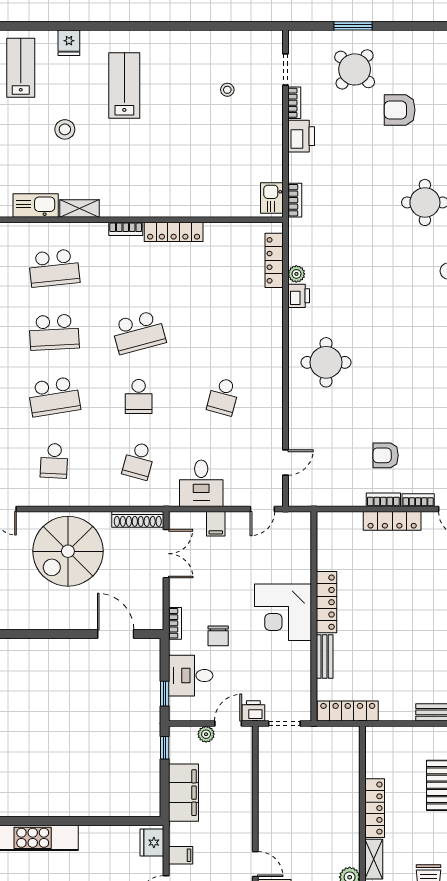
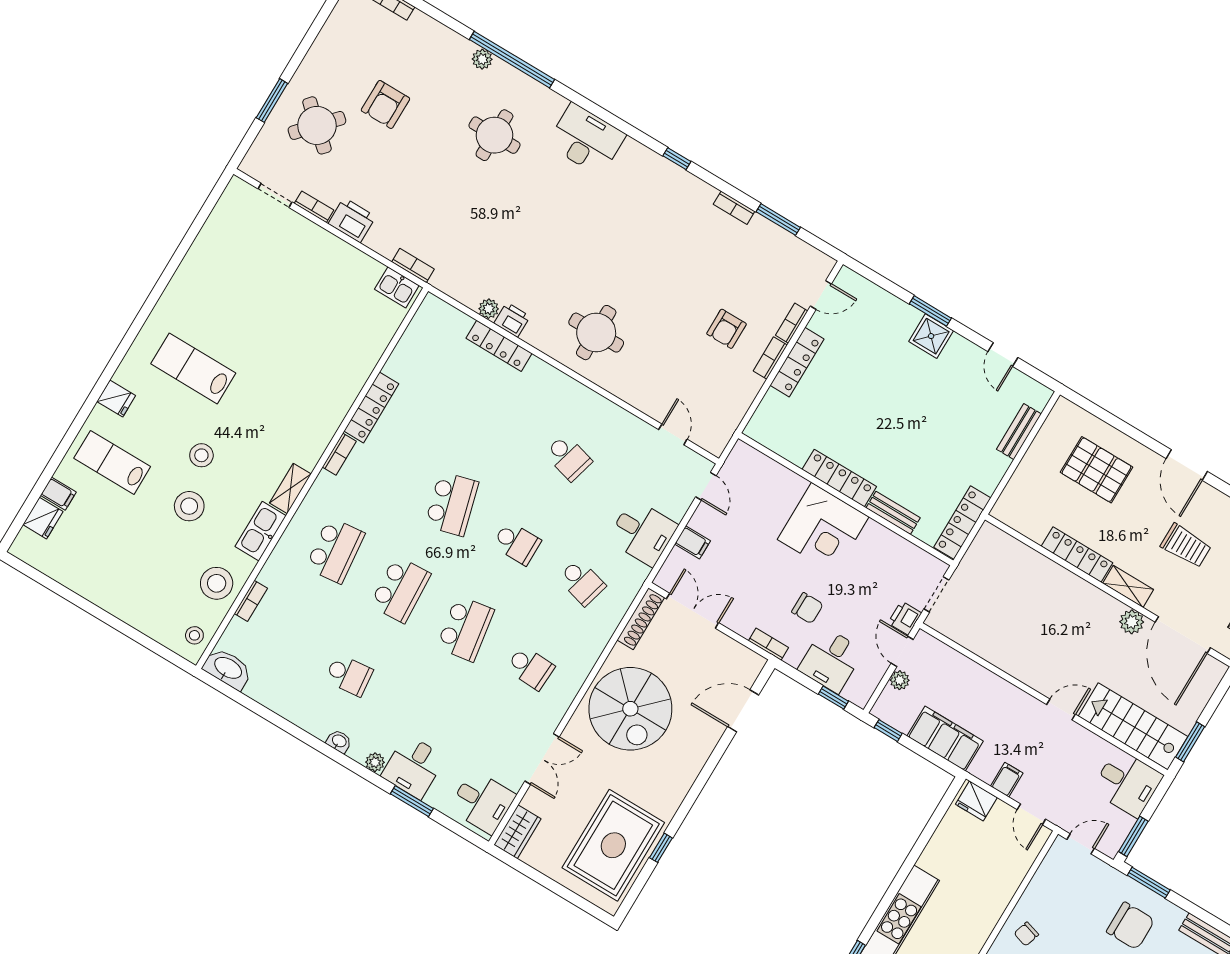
stool: (227, 90) -> (189, 506), moved, width x1.89, depth x1.89
locker: (274, 260) -> (499, 346), moved

